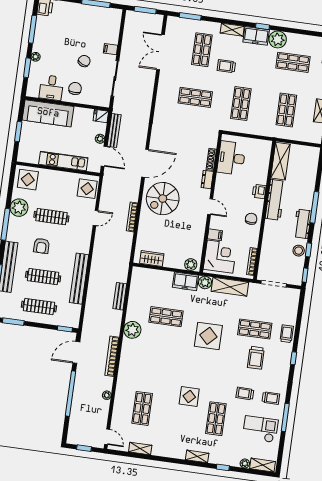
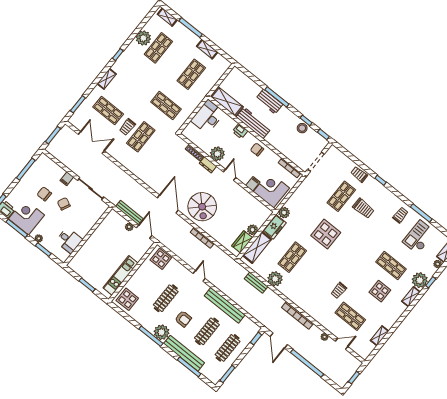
corner desk: (49, 32) -> (26, 217), added
freezer: (256, 36) -> (122, 64), removed
plant: (278, 39) -> (143, 38), moved
double door: (161, 52) -> (91, 143), swing flipped
trolley: (226, 66) -> (127, 127), moved
chair: (75, 89) -> (44, 194), moved
shop shelf: (286, 110) -> (191, 74), turned 90
sofa: (48, 113) -> (87, 254), removed
fridge: (101, 116) -> (112, 216), removed
door: (104, 156) -> (144, 232), hinge flipped
desk: (231, 158) -> (208, 117), moved, turned 90
kitchen unit: (63, 161) -> (120, 275), moved
plant: (224, 182) -> (217, 154), added
door: (210, 207) -> (230, 175), hinge flipped
plant: (19, 208) -> (162, 332), moved
door: (96, 218) -> (199, 276), moved
workbench: (302, 224) -> (269, 102), moved
plant: (191, 265) -> (253, 230), moved
shelving: (230, 287) -> (257, 247), moved
plant: (132, 330) -> (275, 279), moved
trolley: (245, 393) -> (339, 291), moved
display table: (189, 396) -> (380, 291), moved
door: (107, 437) -> (342, 344), moved
plant: (218, 455) -> (420, 280), added

